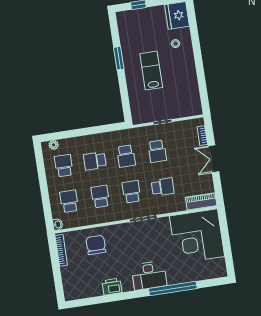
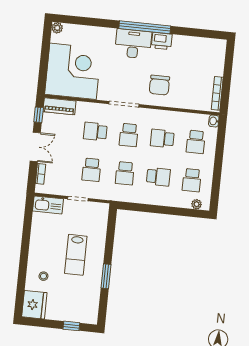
kitchen sink: (188, 109) -> (48, 205), added
school desk: (157, 151) -> (91, 170), turned 180
school desk: (126, 156) -> (125, 173), turned 180
window: (218, 189) -> (39, 115), added
school desk: (100, 196) -> (162, 138), turned 90
chair: (96, 245) -> (159, 85), moved
plant: (222, 272) -> (57, 28), added
printer: (112, 287) -> (162, 41), moved
window: (173, 289) -> (145, 27), moved

